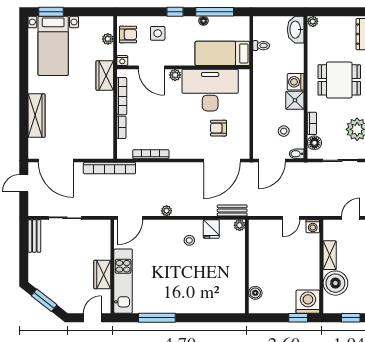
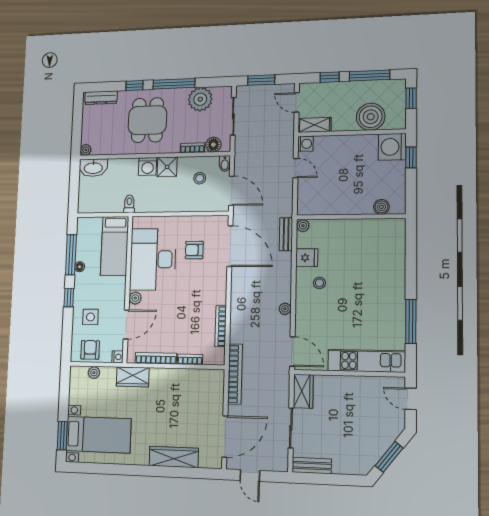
toilet: (261, 46) -> (129, 204), moved
armchair: (218, 128) -> (194, 250), turned 90
shelving: (330, 255) -> (315, 125), moved
wardrobe: (102, 274) -> (303, 391), moved, turned -90

